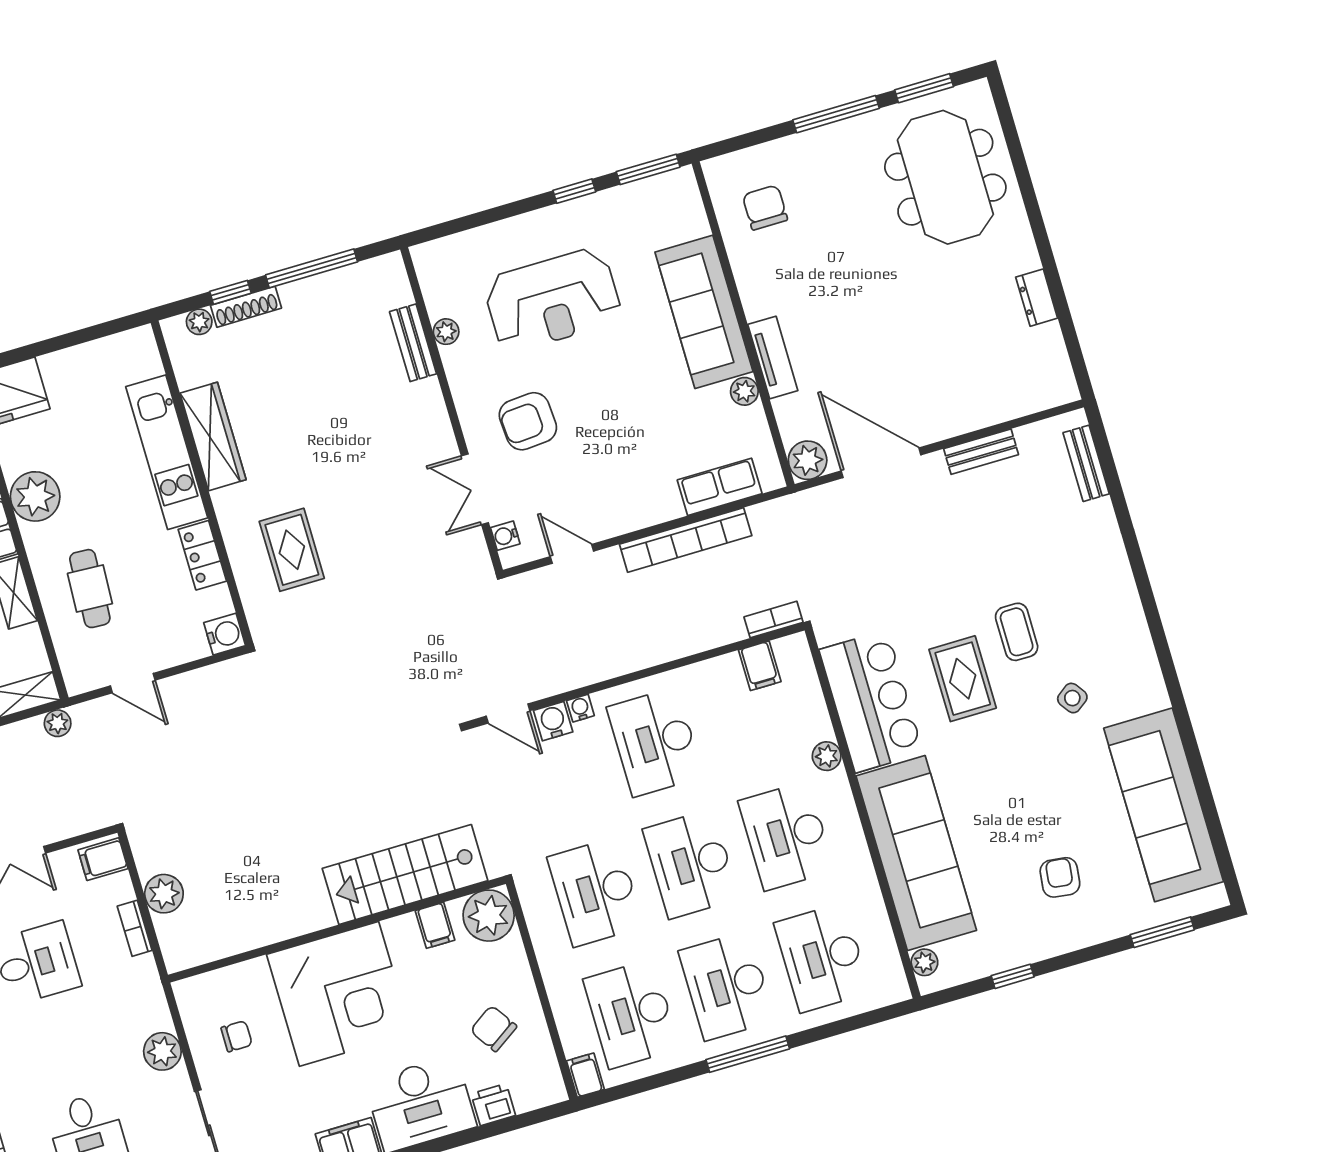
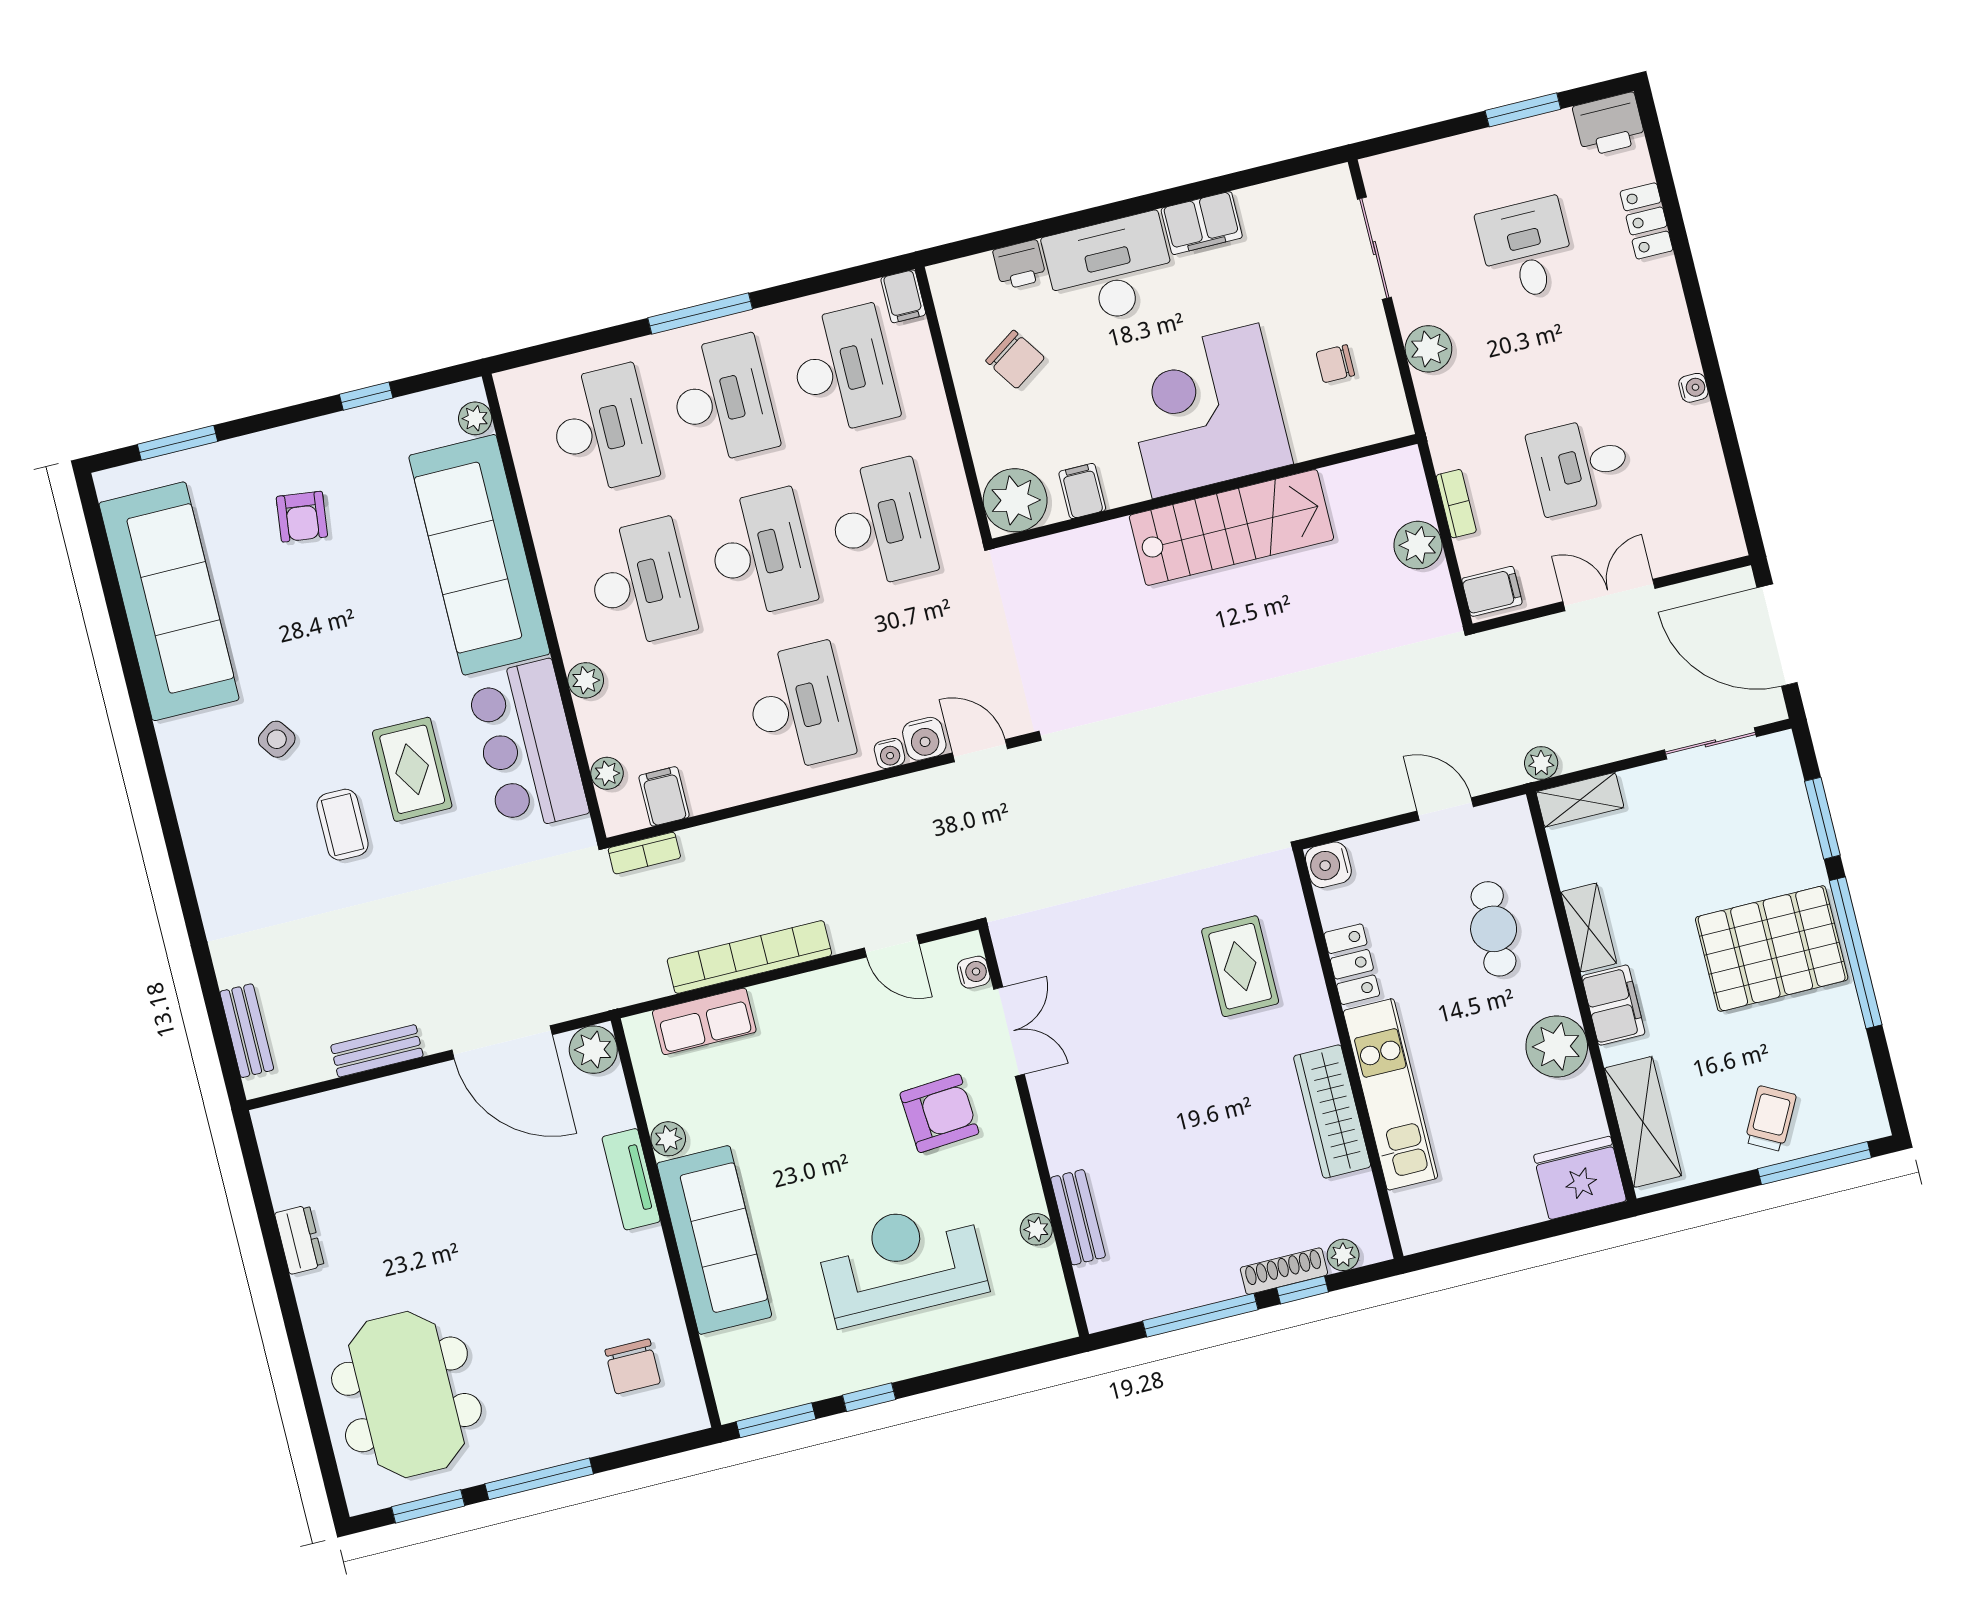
plant: (806, 682) -> (607, 773), added
stairs: (405, 875) -> (1231, 527), moved

